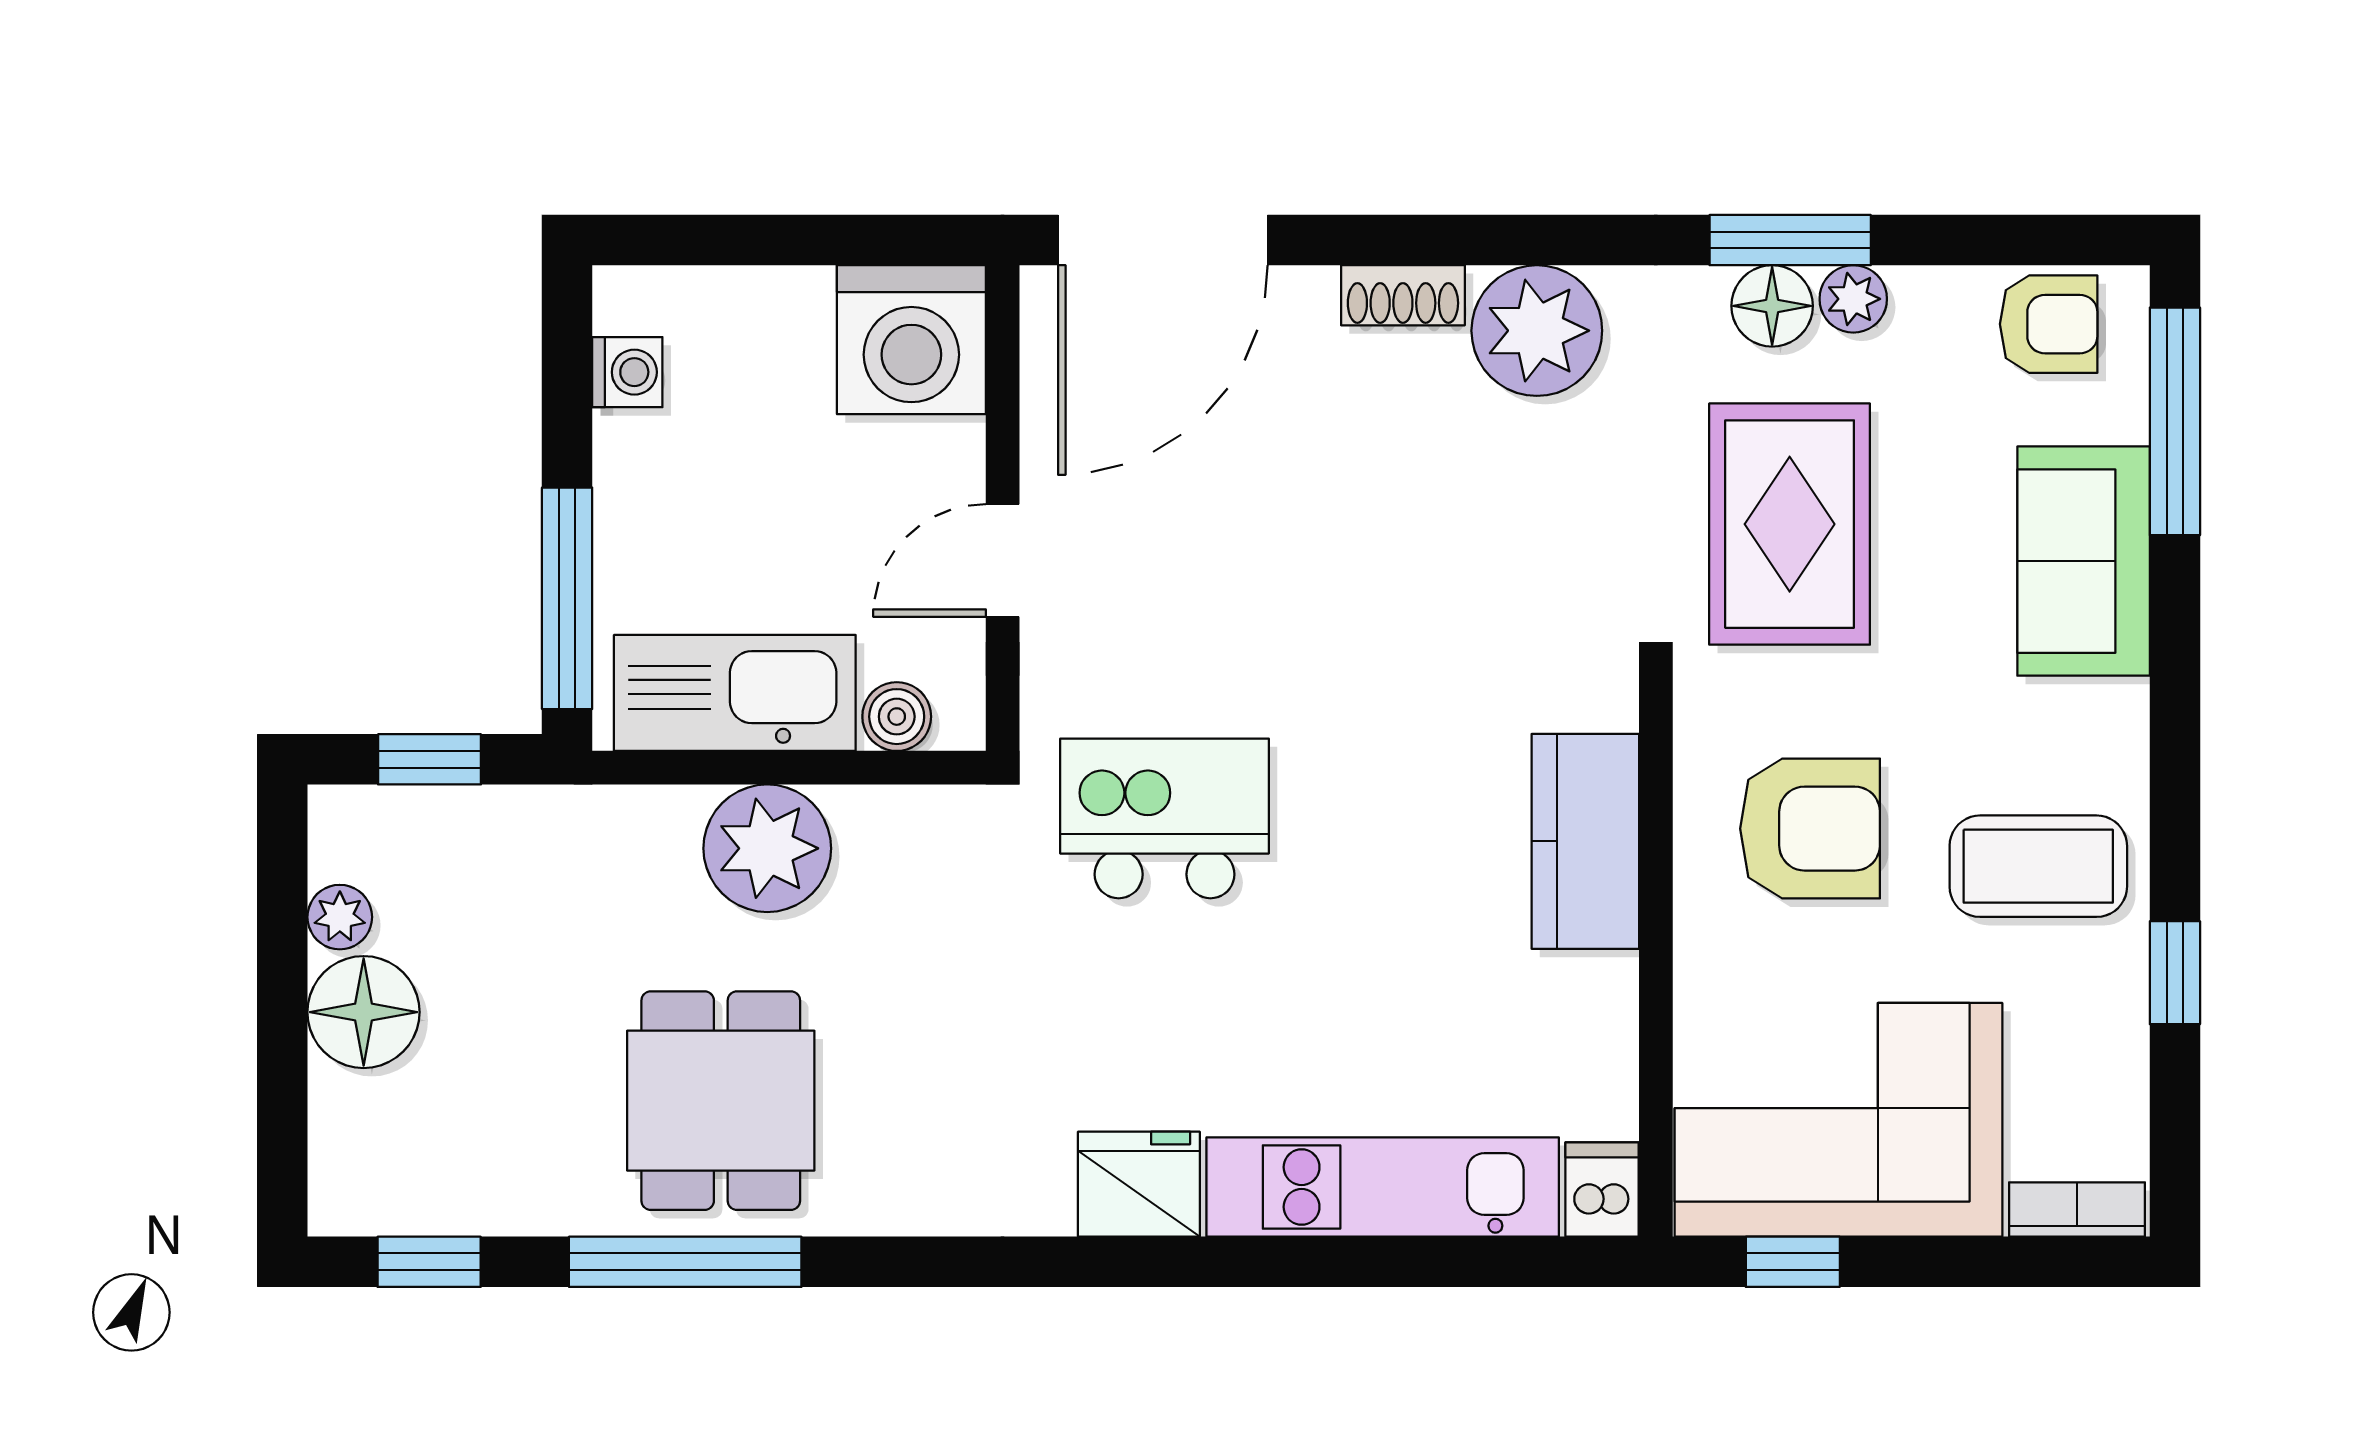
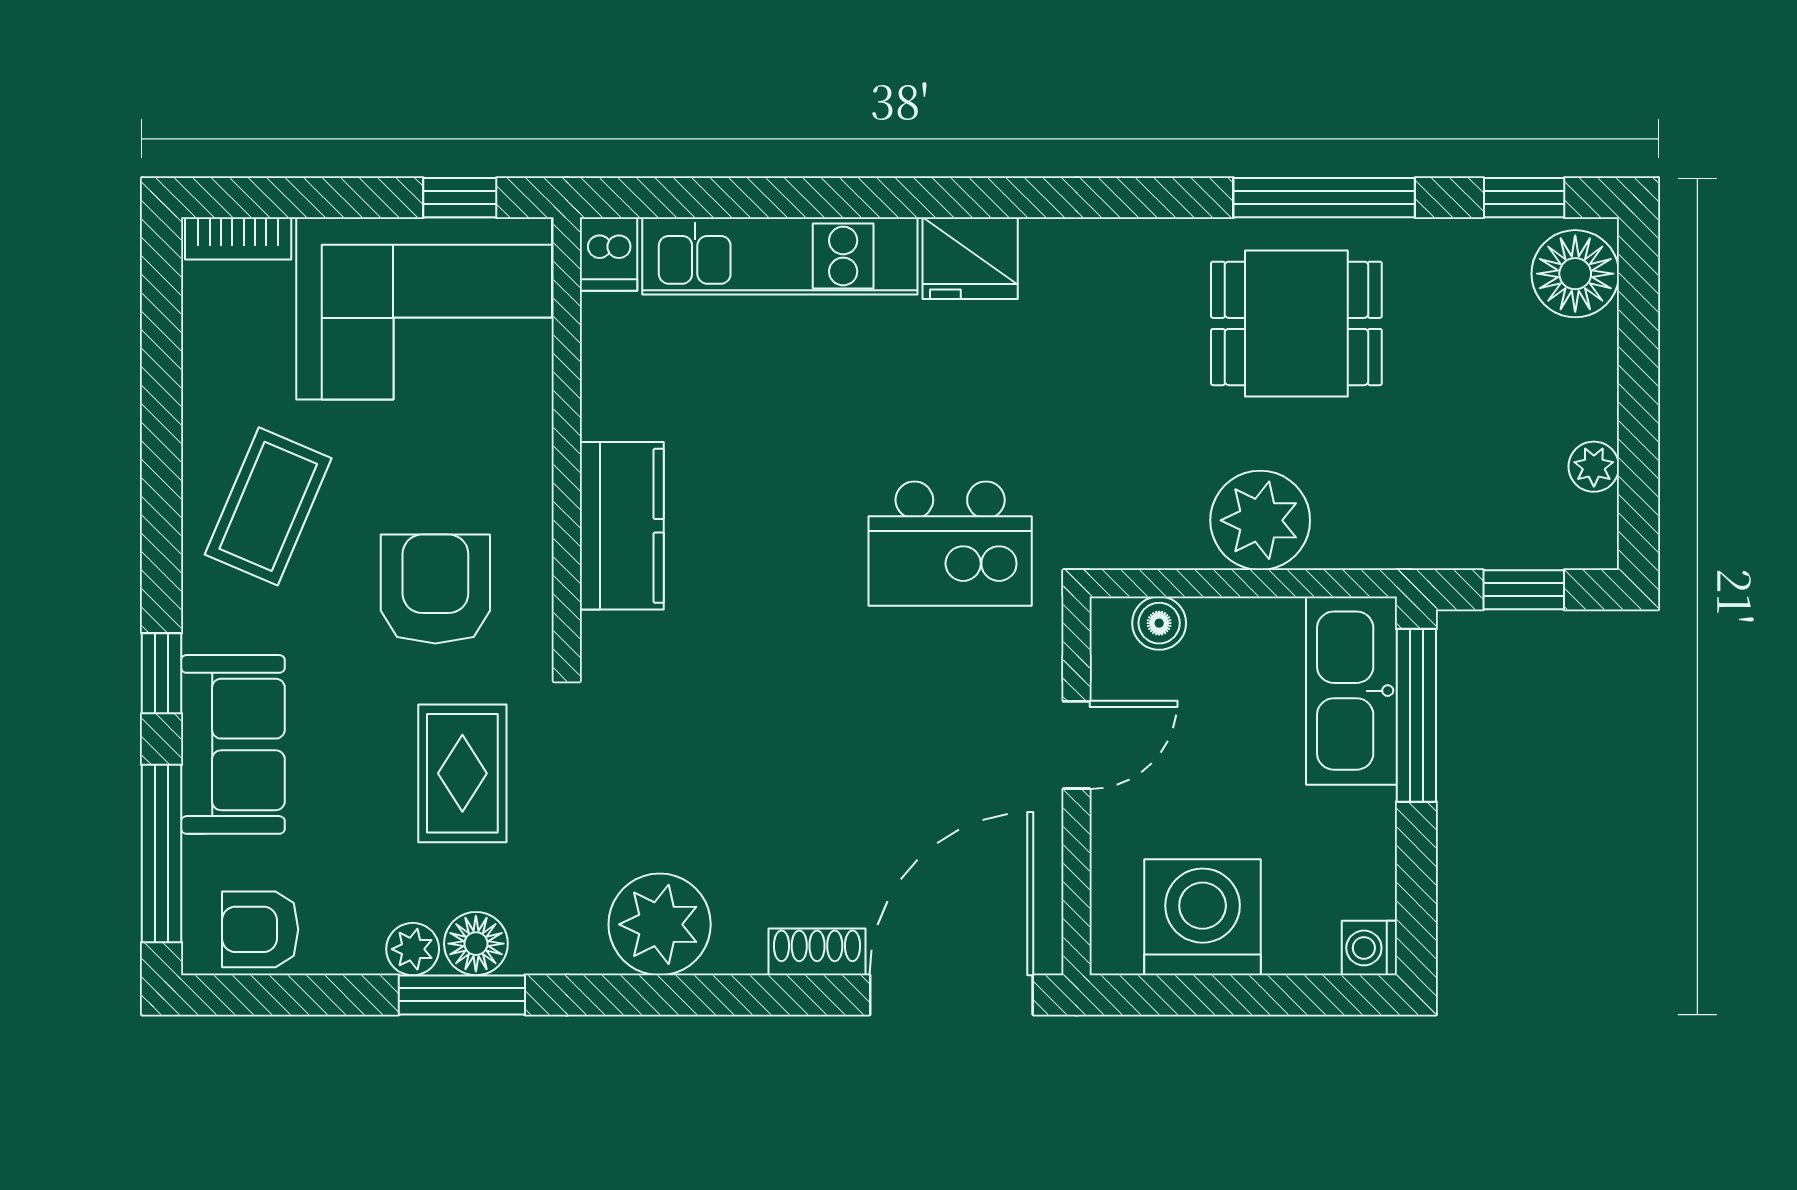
shoe rack: (1403, 295) -> (817, 952), moved
washing machine: (911, 340) -> (1203, 917), moved
washing machine: (627, 372) -> (1369, 948), moved
rug: (1790, 524) -> (462, 773), width x0.73, depth x0.70
kitchen sink: (735, 693) -> (1351, 691), moved, turned 90
armchair: (1810, 829) -> (435, 589), moved, turned 90
coffee table: (2038, 866) -> (268, 506), turned -67
window: (2175, 973) -> (162, 673), moved
floor lamp: (364, 1012) -> (1575, 274), moved
dining table: (721, 1101) -> (1296, 323), turned 90

